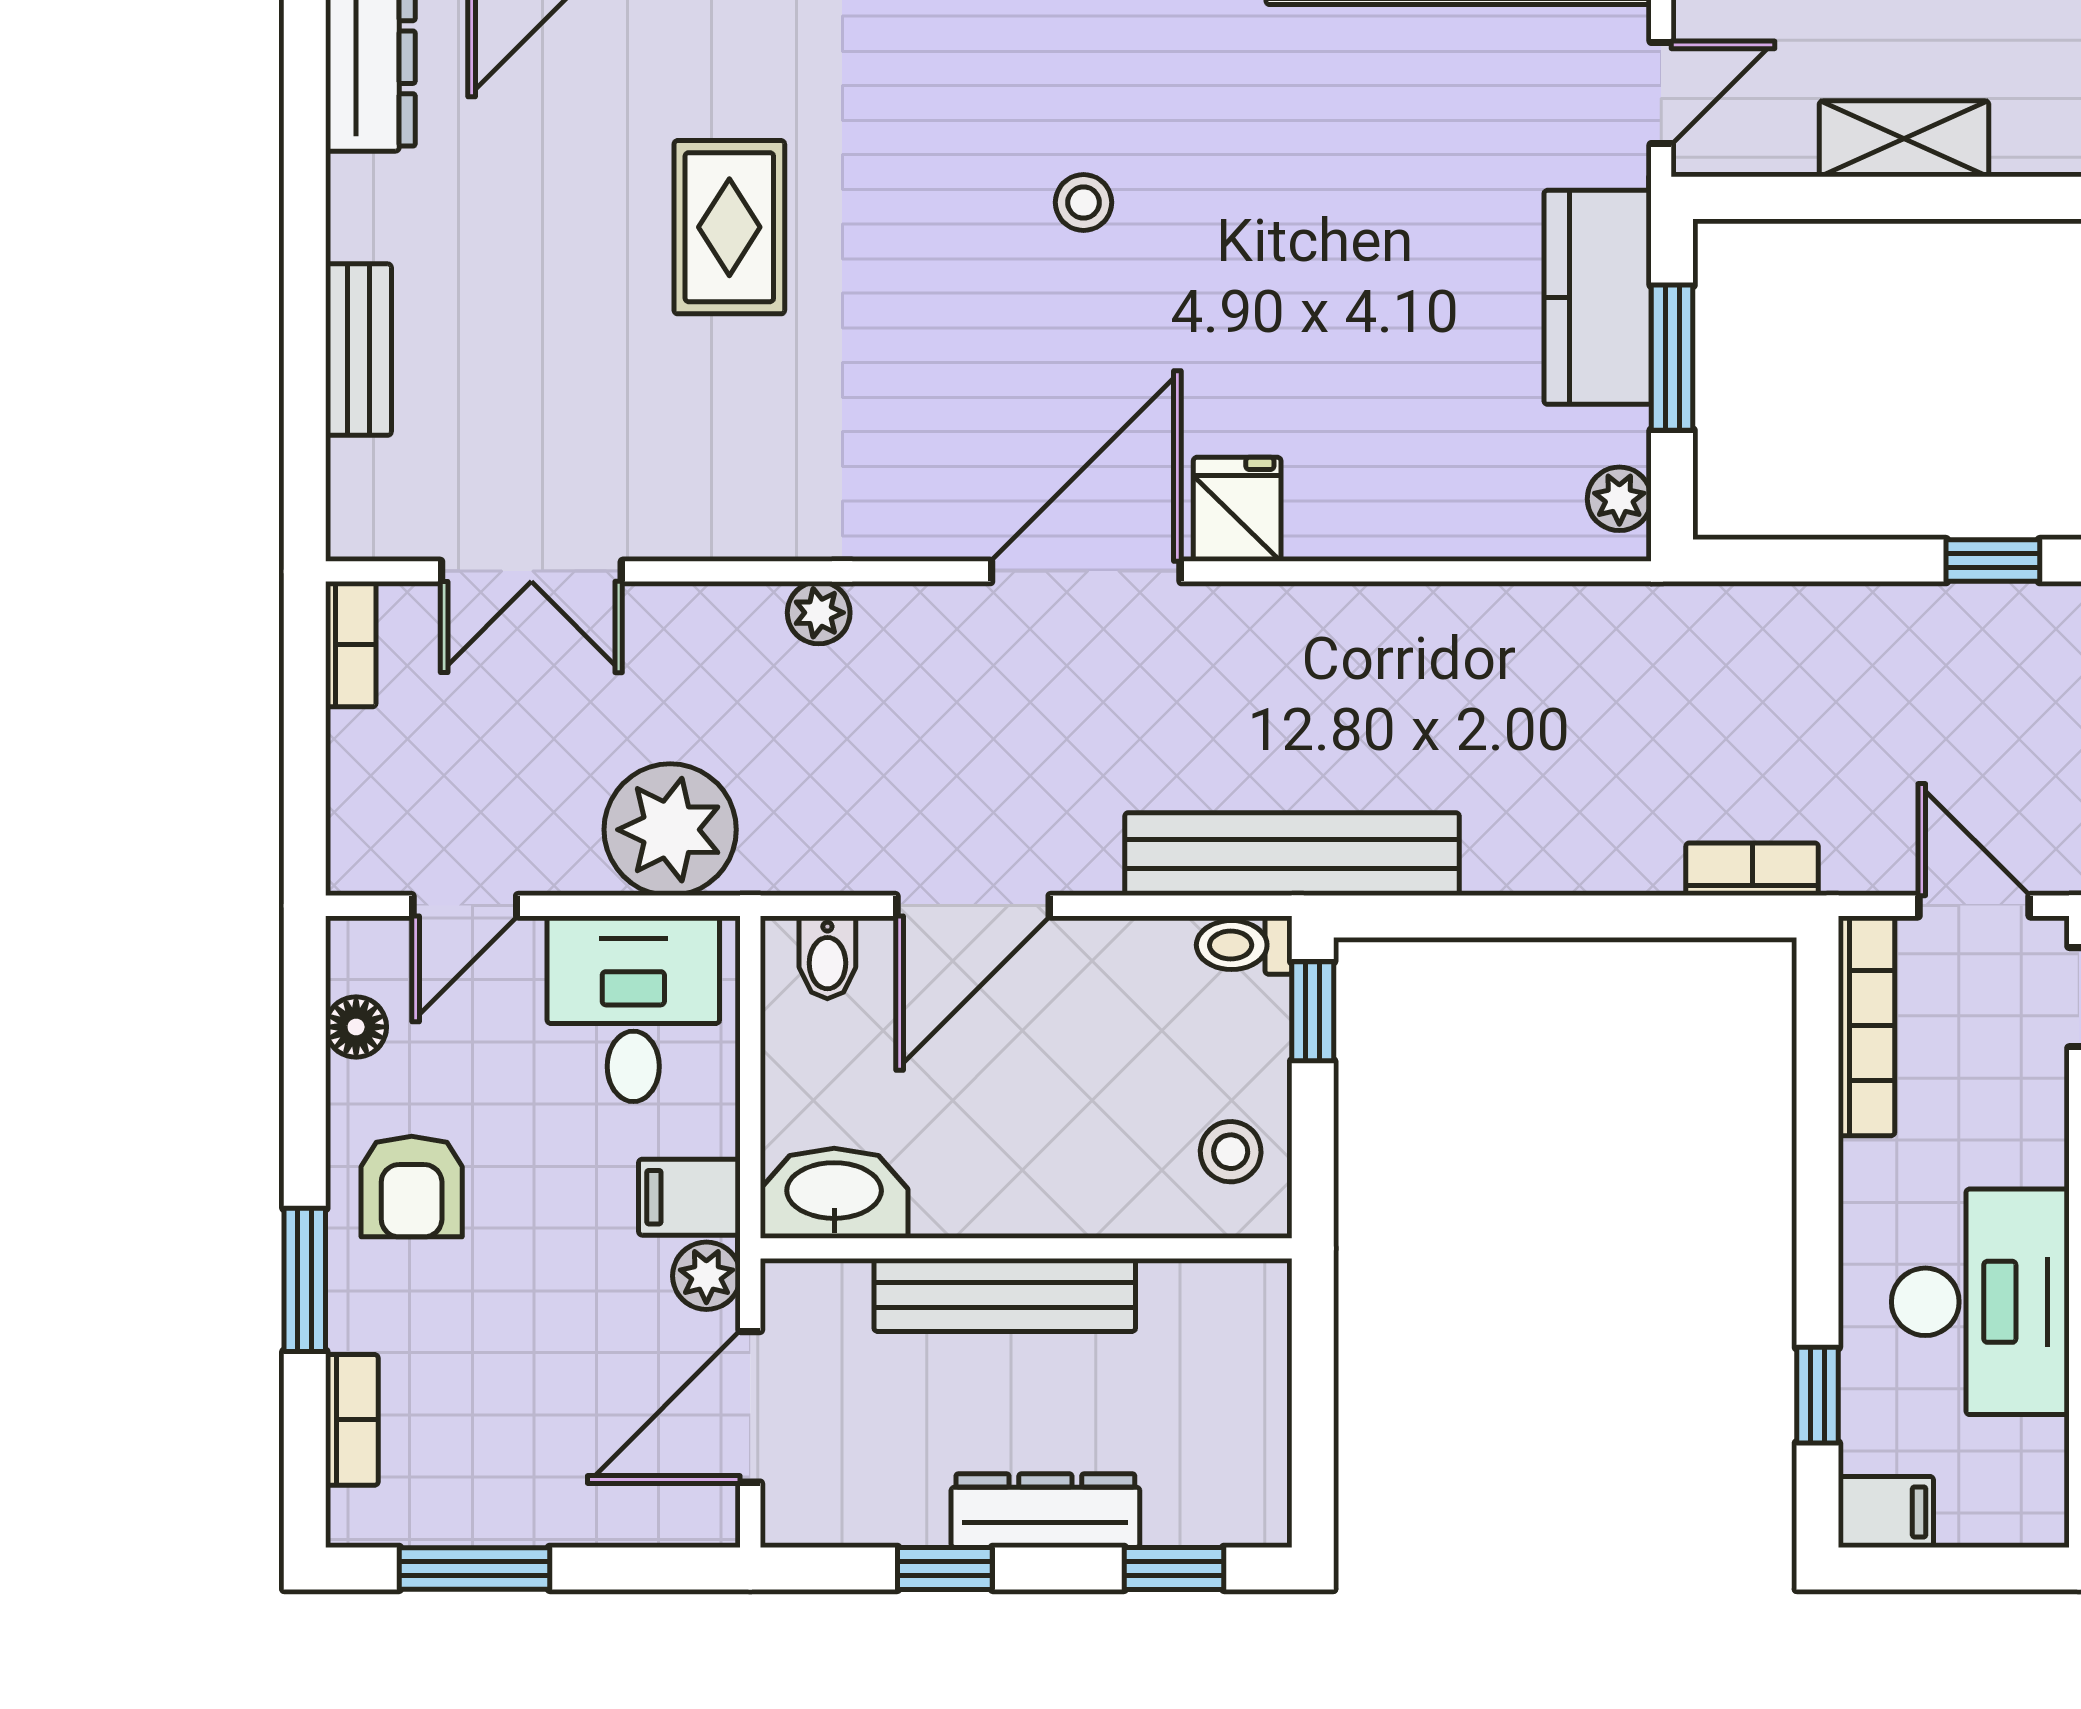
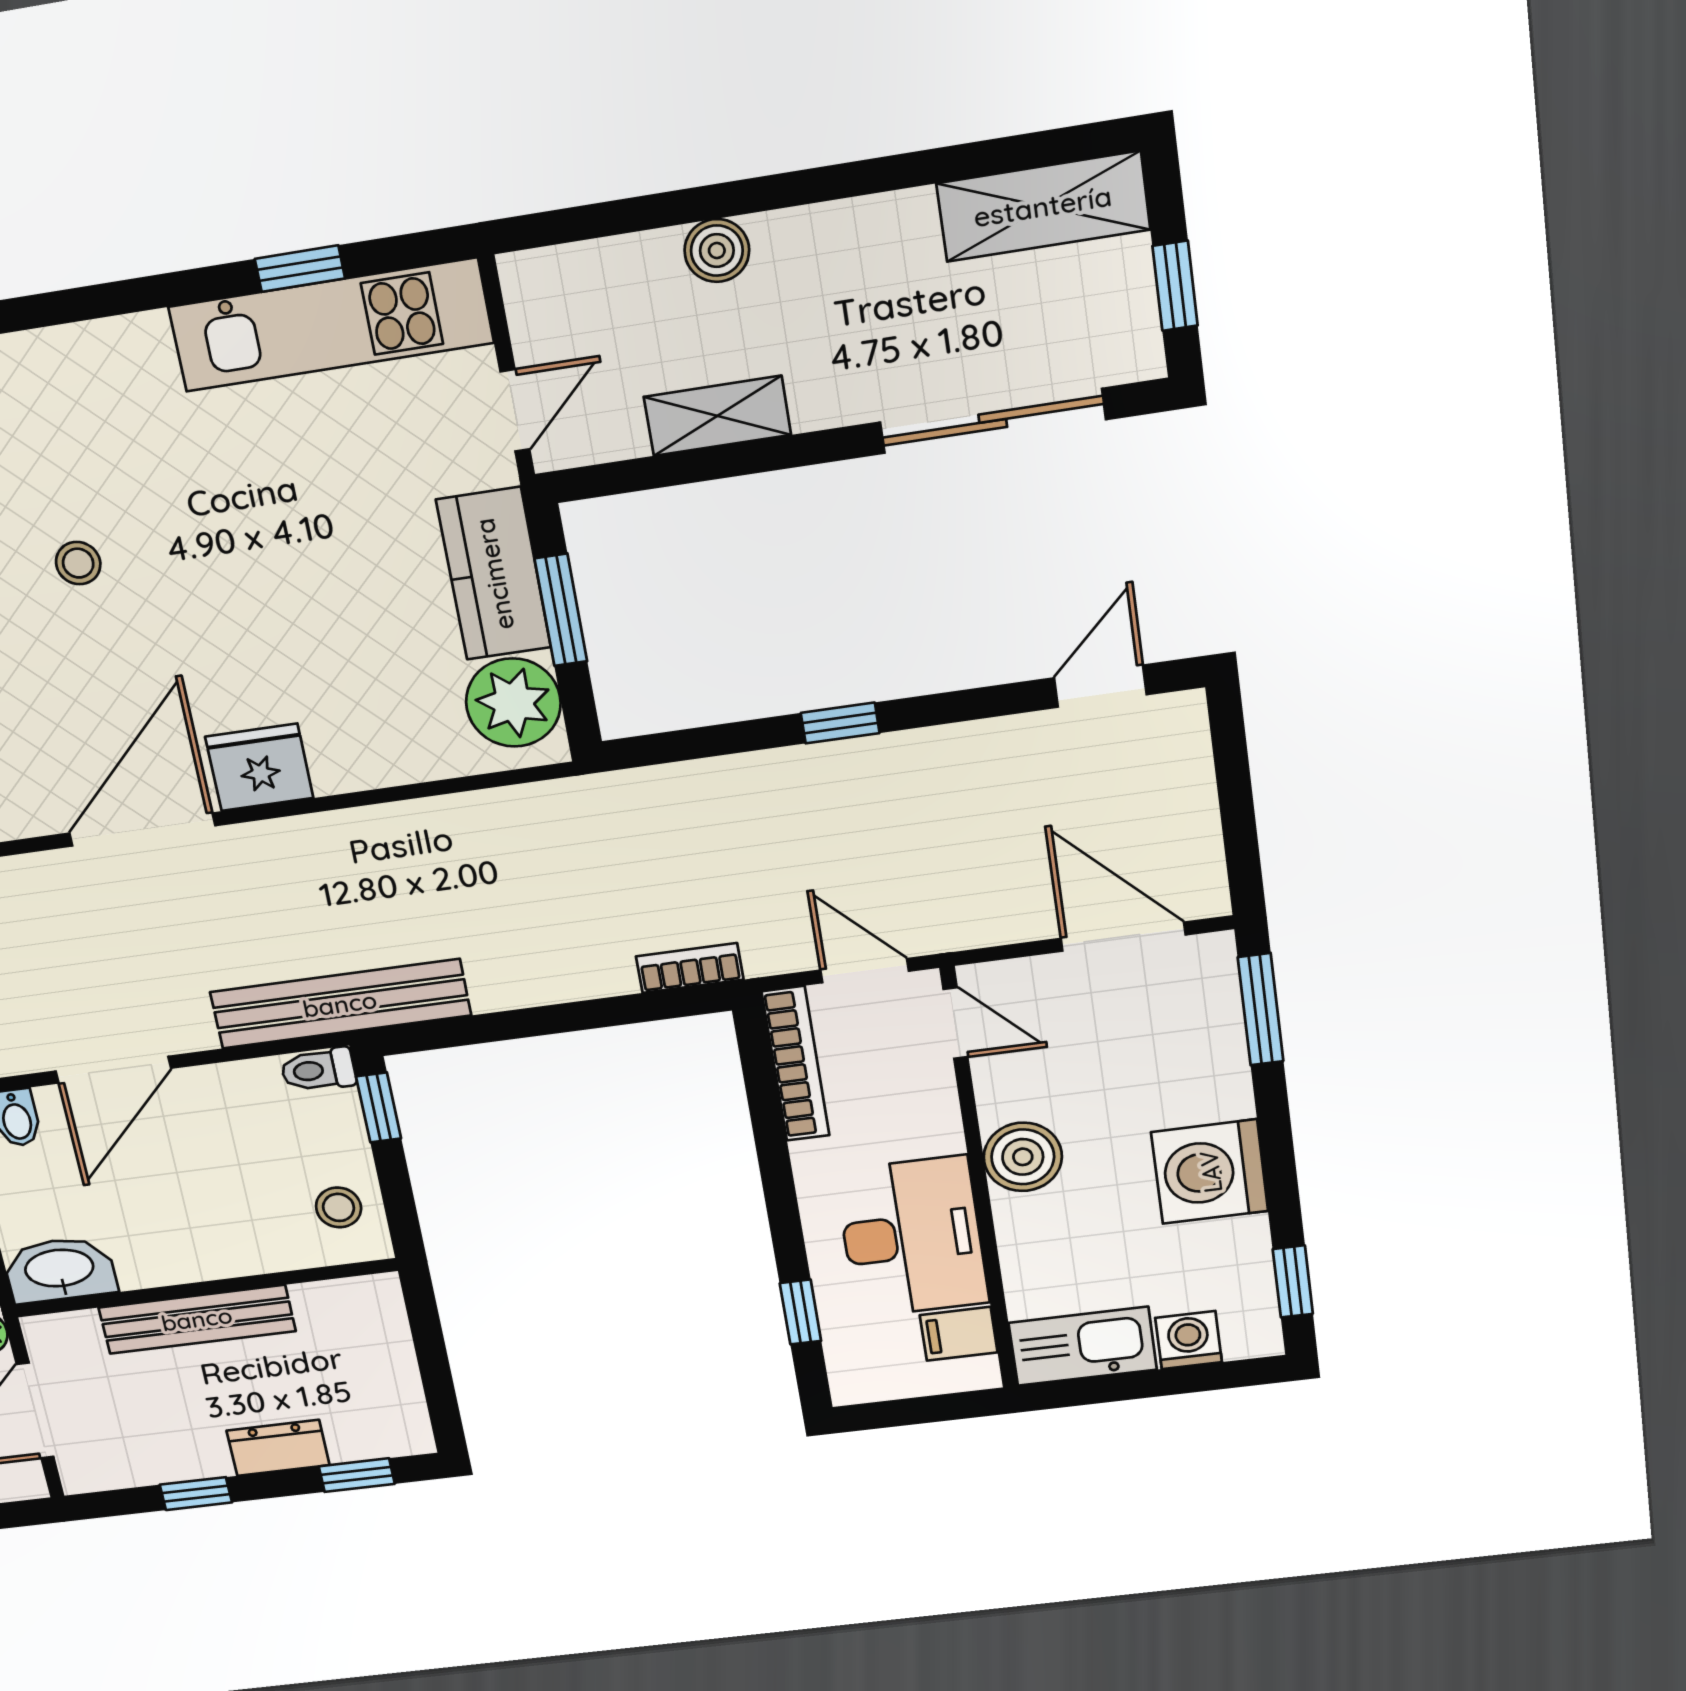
plant: (1619, 499) -> (513, 703), width x1.88, depth x1.88
fridge: (1237, 509) -> (259, 767), width x1.38
dresser: (1045, 1511) -> (278, 1448), width x0.70
filing cabinet: (1886, 1512) -> (959, 1334), moved, turned 180

